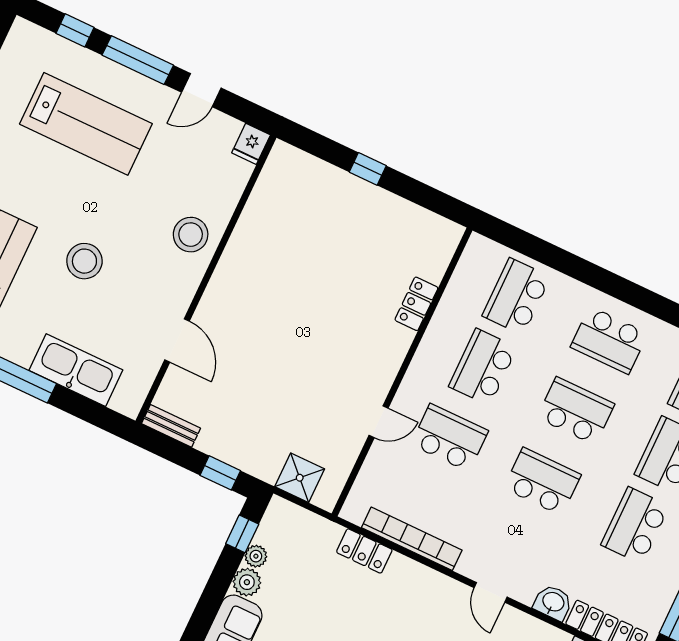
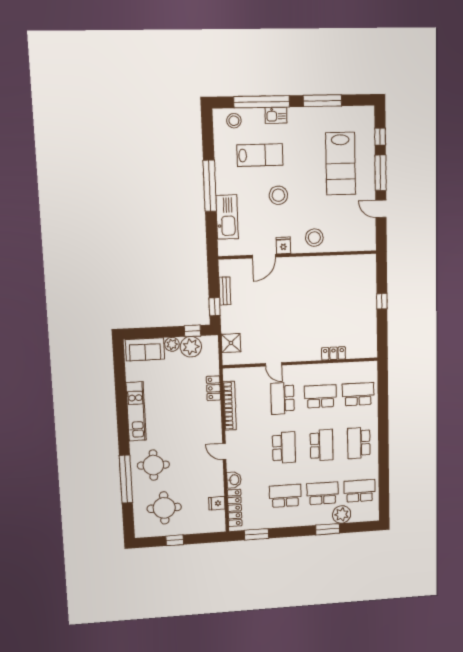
fridge: (251, 144) -> (283, 245), moved, turned 90
bench: (171, 426) -> (225, 291), moved
school desk: (450, 438) -> (282, 398), turned 180
plant: (256, 556) -> (191, 347), width x1.88, depth x1.88
door: (491, 592) -> (224, 452), hinge flipped

